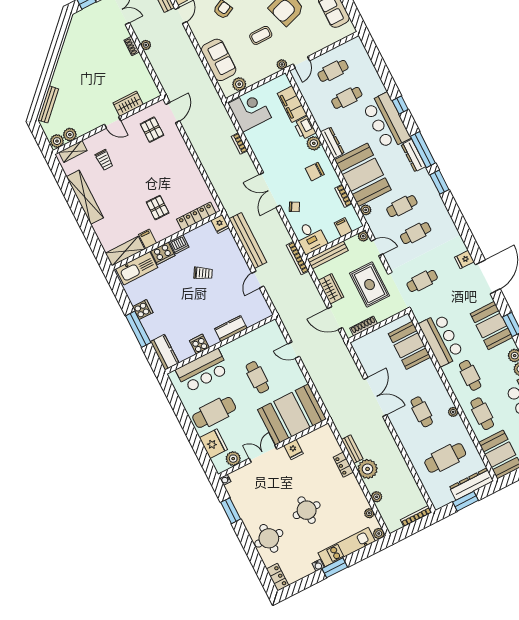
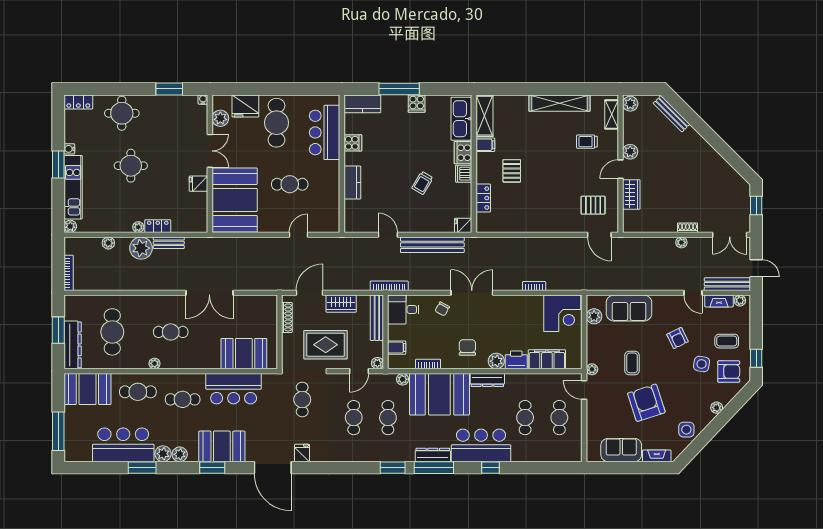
plant: (70, 135) -> (630, 152), moved
pallet: (158, 208) -> (512, 171), turned 90
locker: (196, 216) -> (483, 198), width x0.66
plant: (369, 513) -> (138, 227), moved

